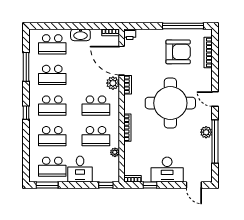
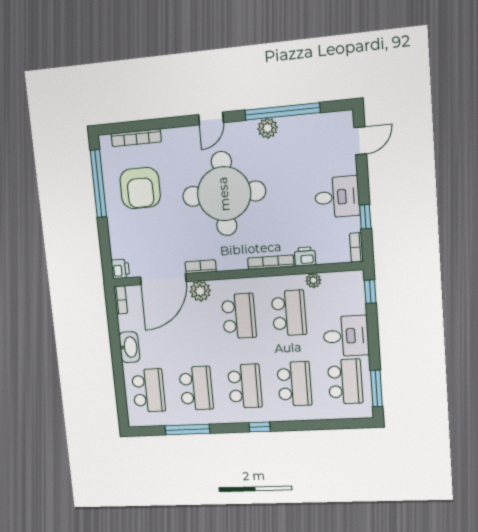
armchair: (178, 52) -> (140, 188), turned 180
printer: (129, 148) -> (305, 256), added
desk: (167, 170) -> (337, 197), width x0.73

